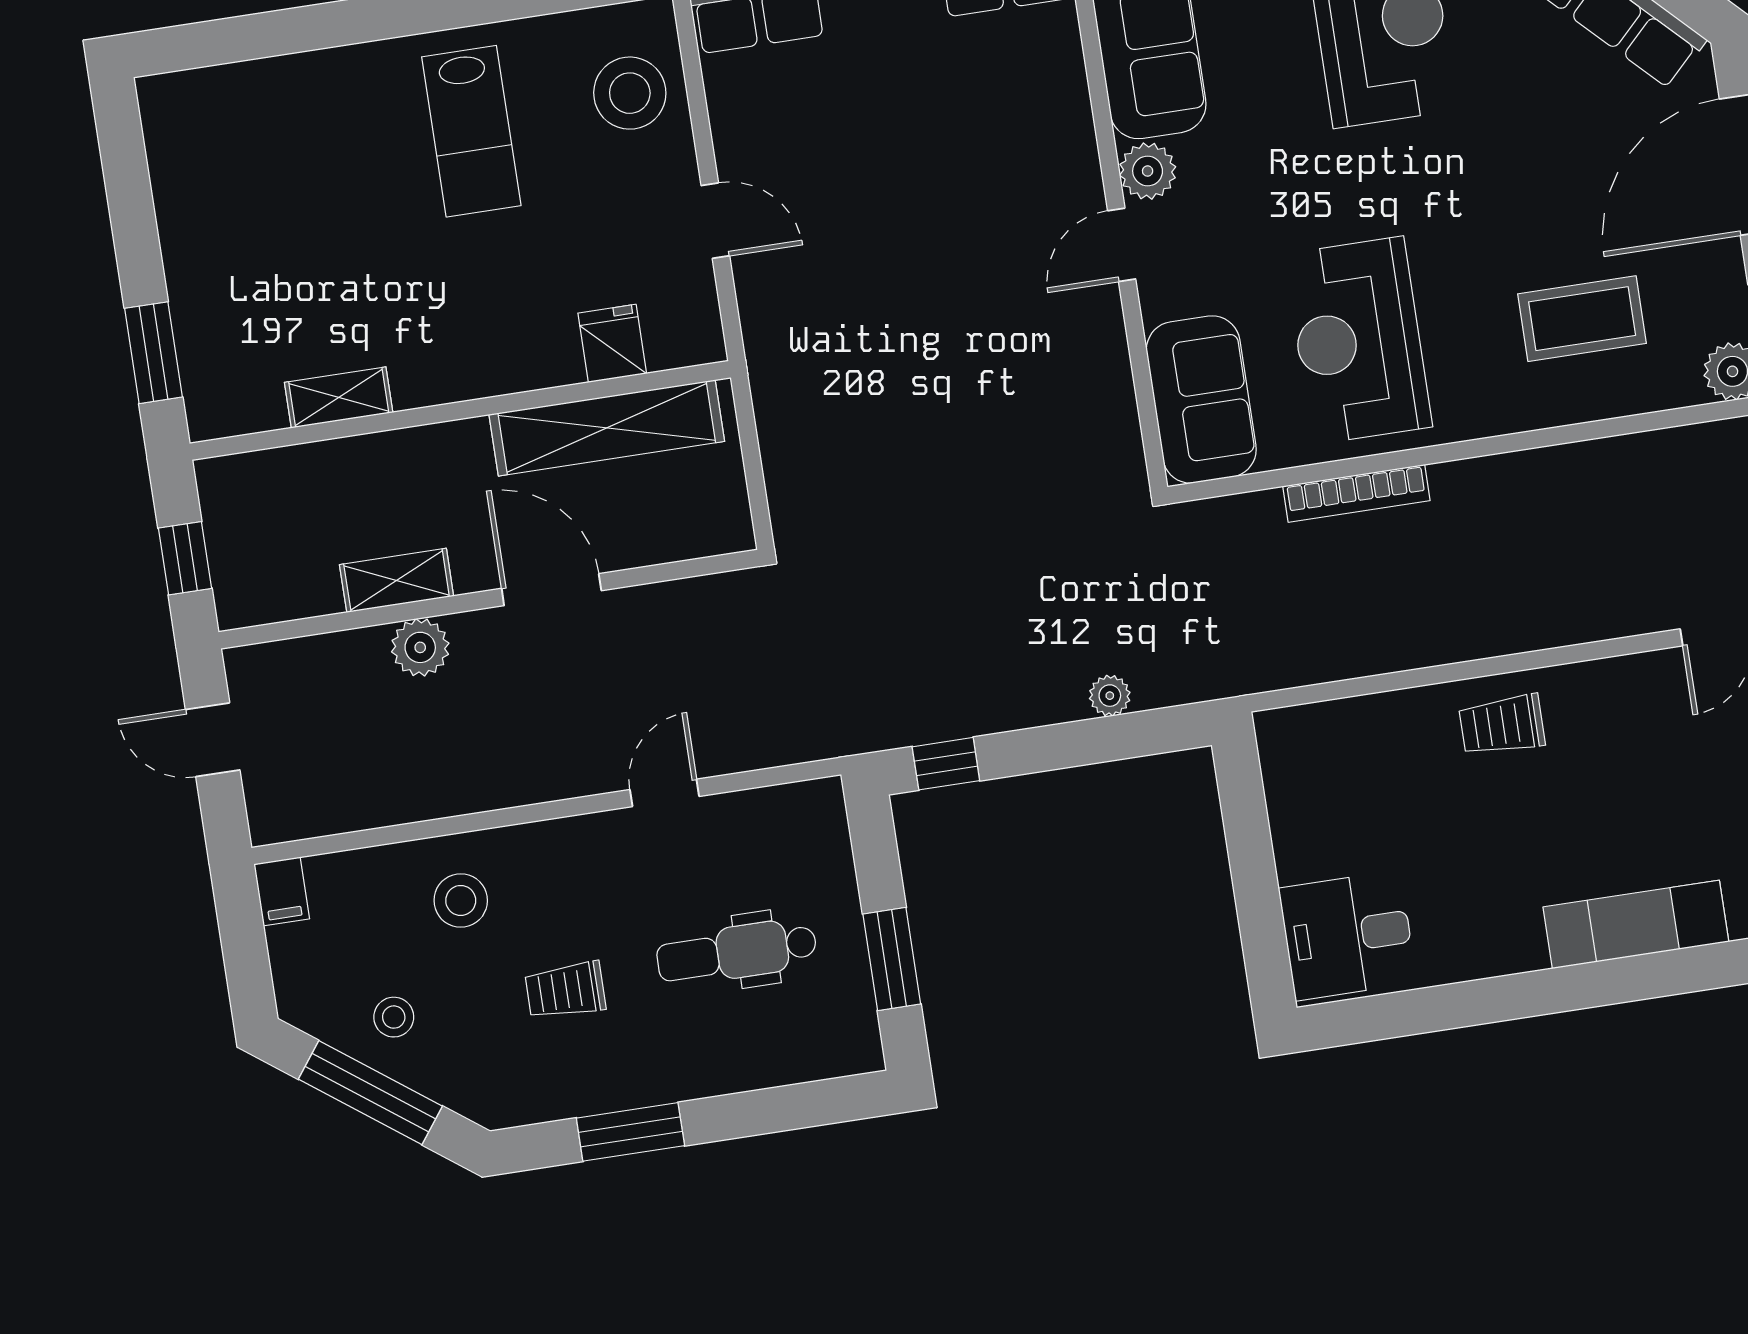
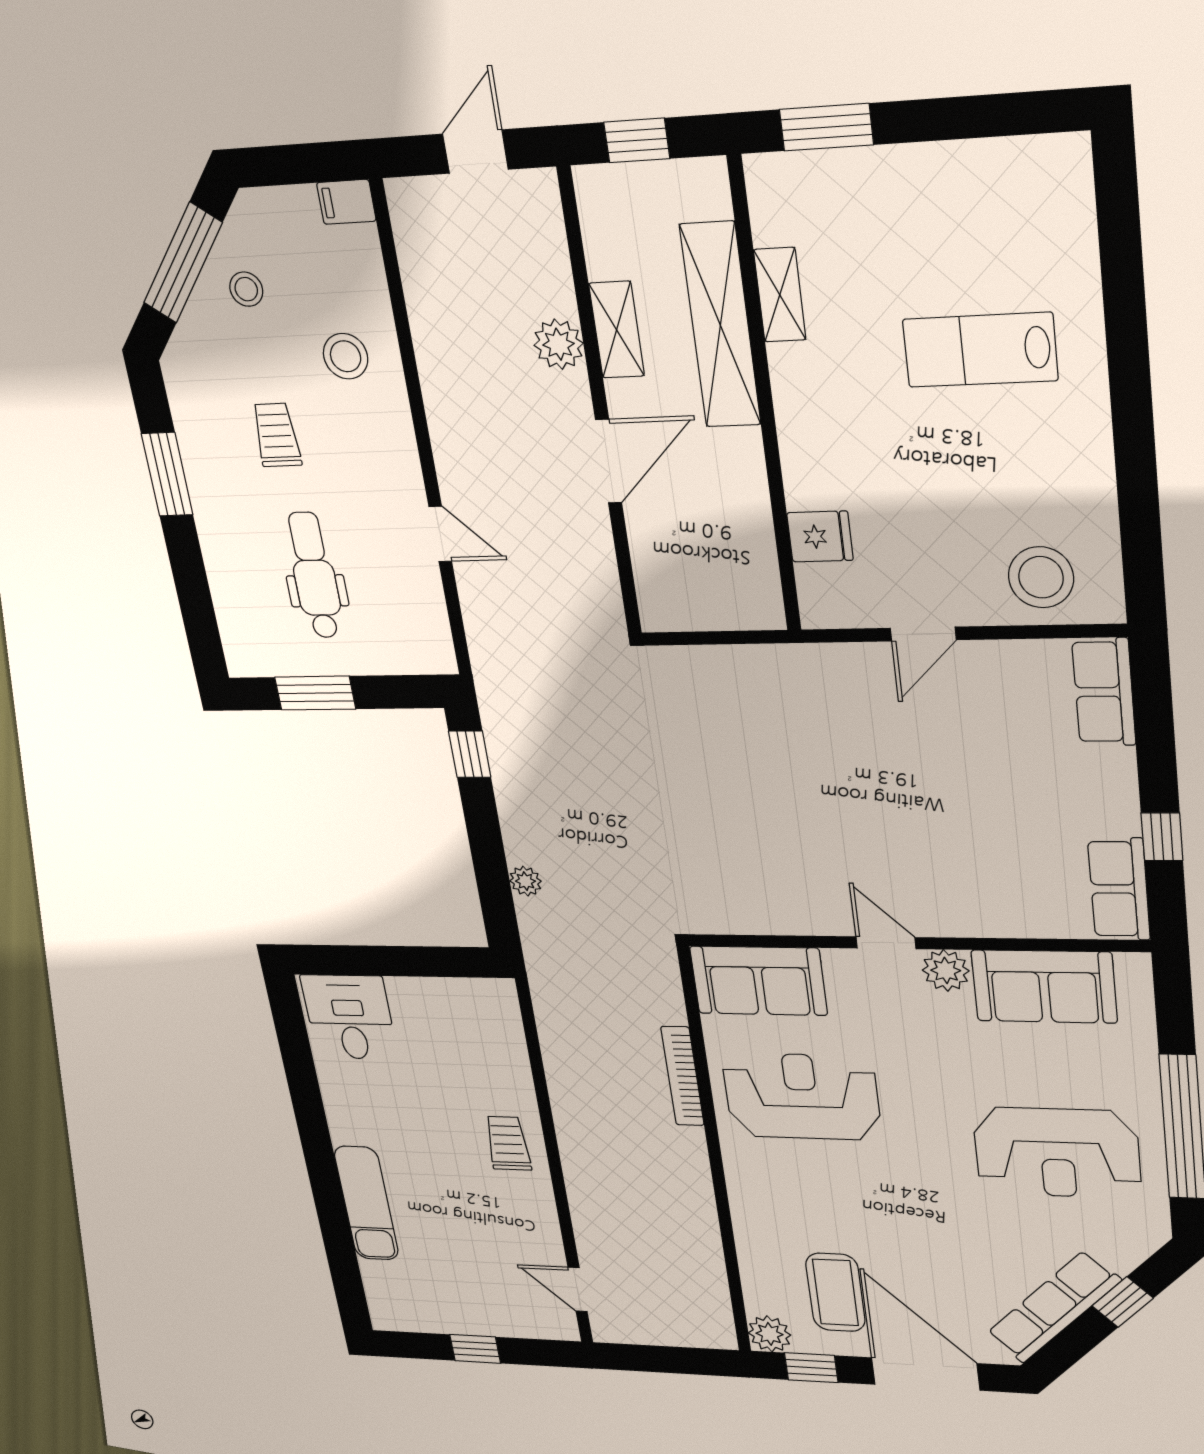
lab bench: (471, 131) -> (980, 350), moved
coffee table: (1582, 319) -> (835, 1292), moved
shelving: (607, 428) -> (720, 325), moved

